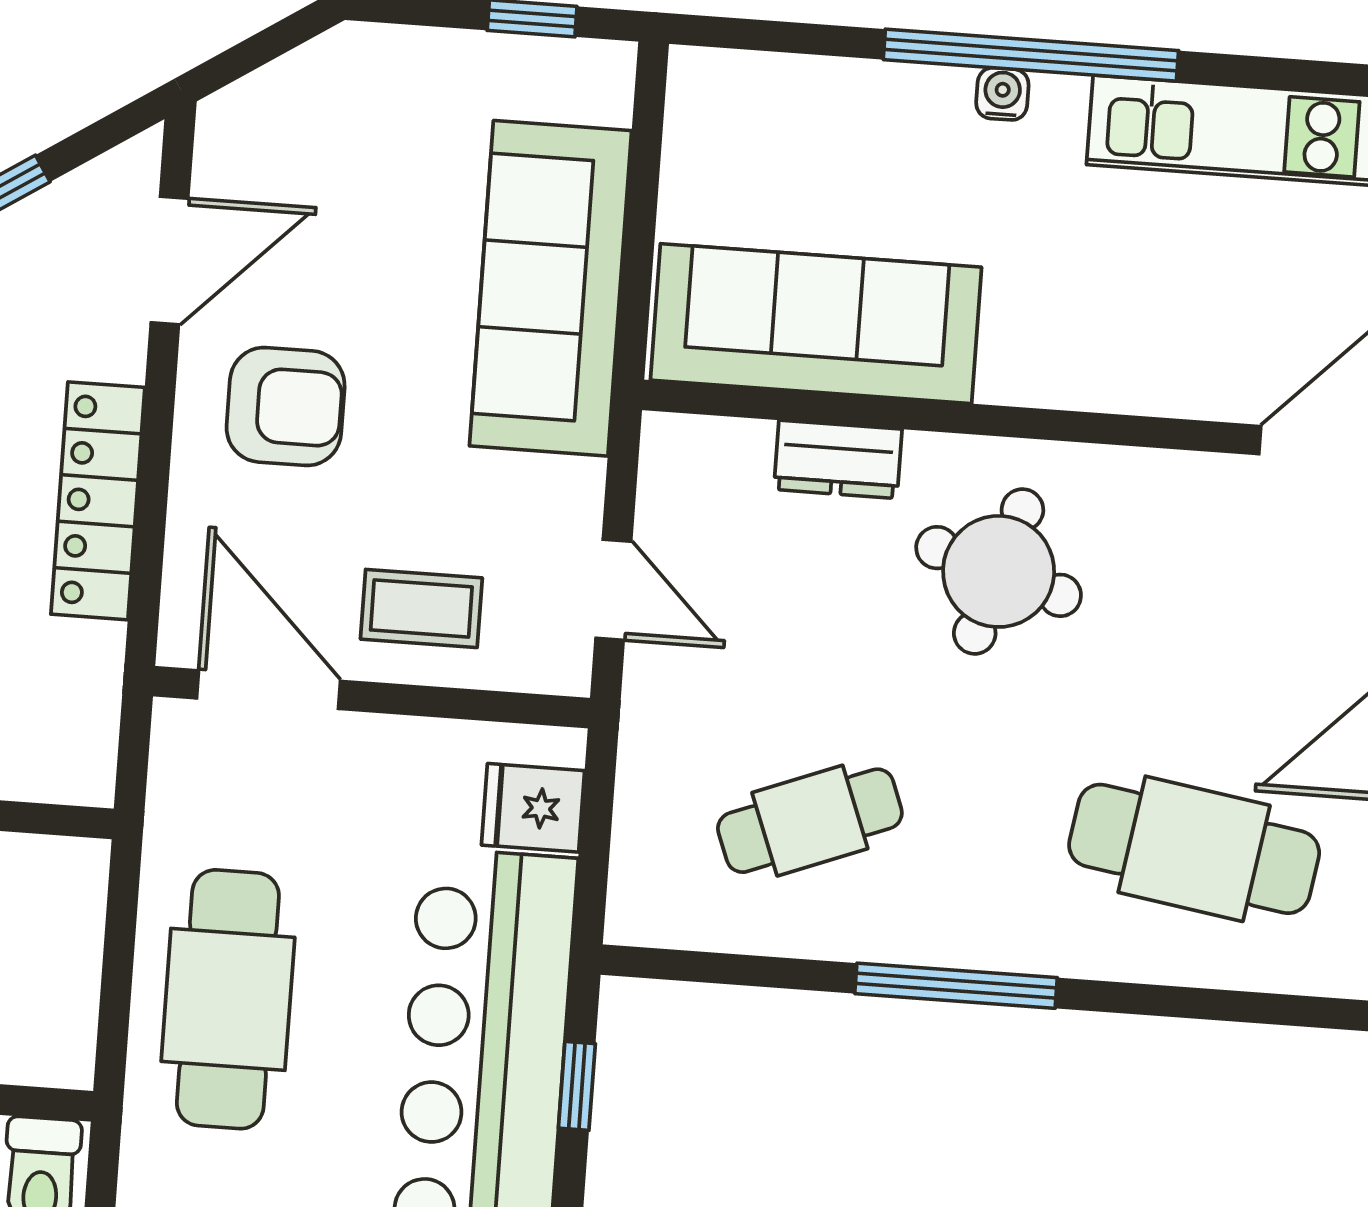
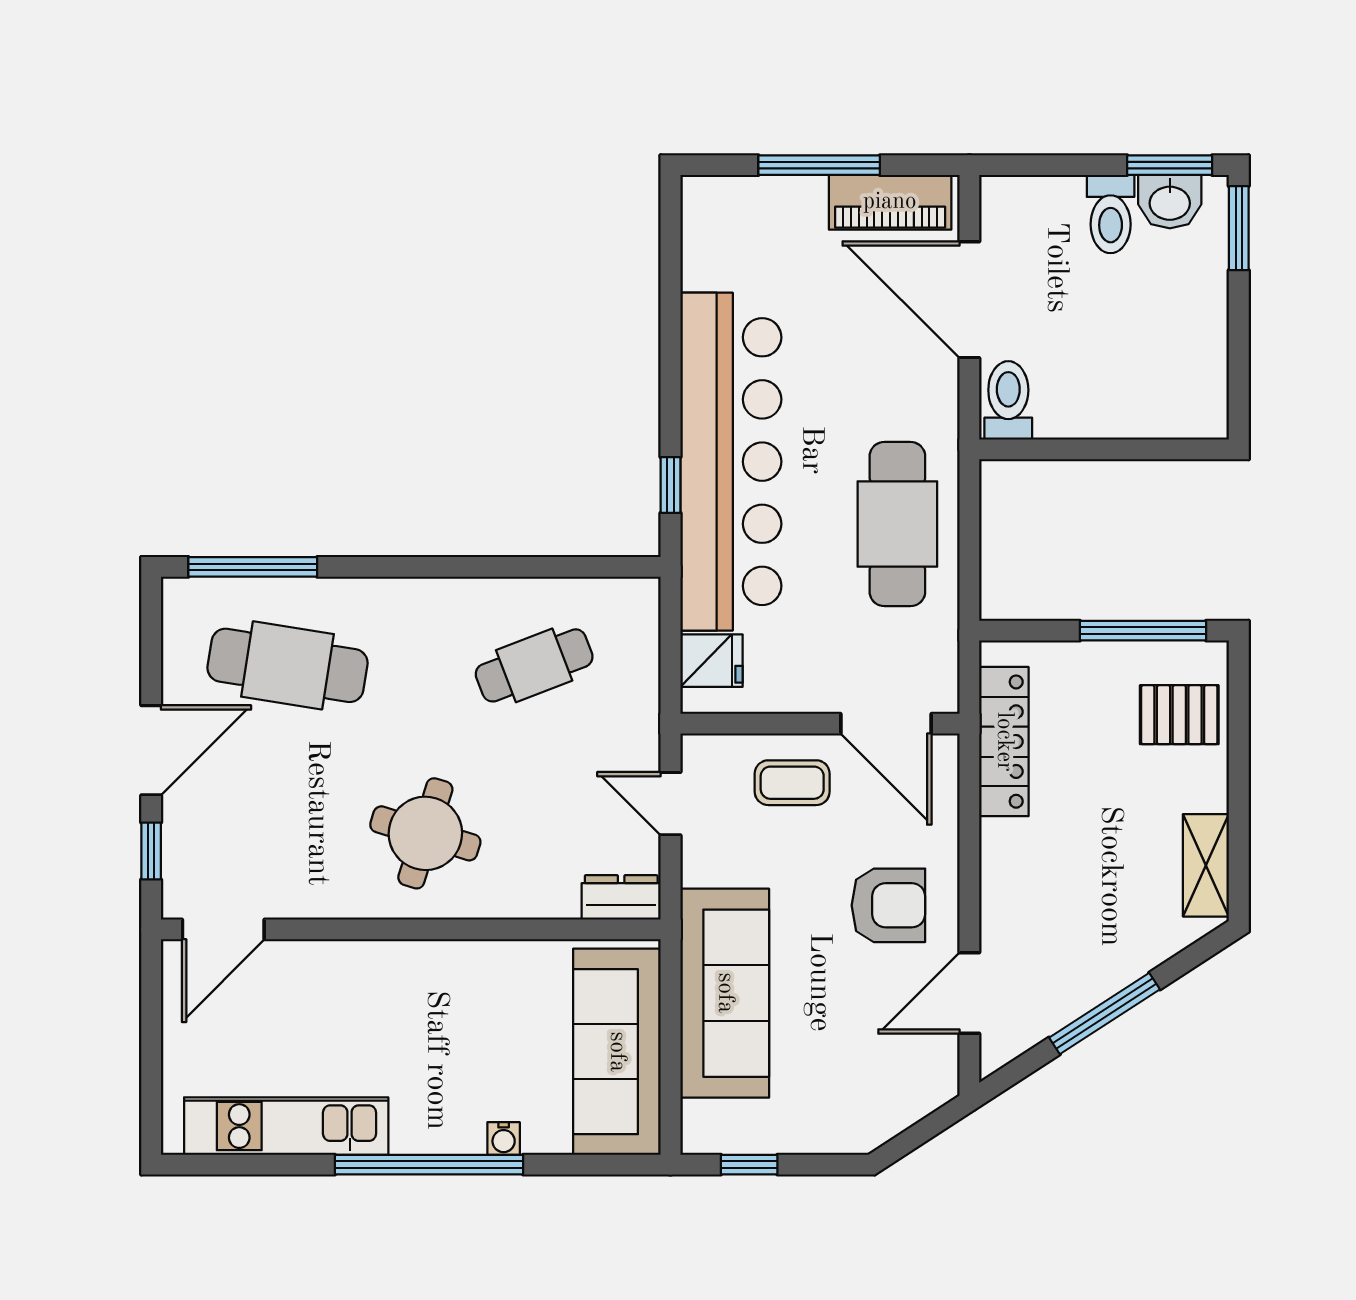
water cooler: (1002, 94) -> (504, 1139), moved
sofa: (816, 324) -> (617, 1052), moved, turned 90
armchair: (286, 406) -> (888, 905), turned 180
dresser: (838, 459) -> (621, 897), moved
locker: (98, 501) -> (1004, 742), moved
window: (956, 986) -> (253, 567), moved

